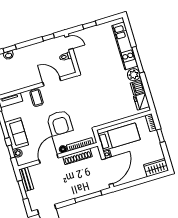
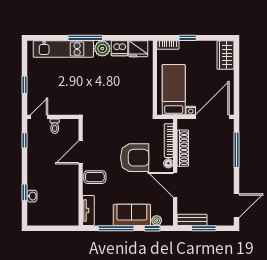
door: (107, 172) -> (212, 117), hinge flipped

